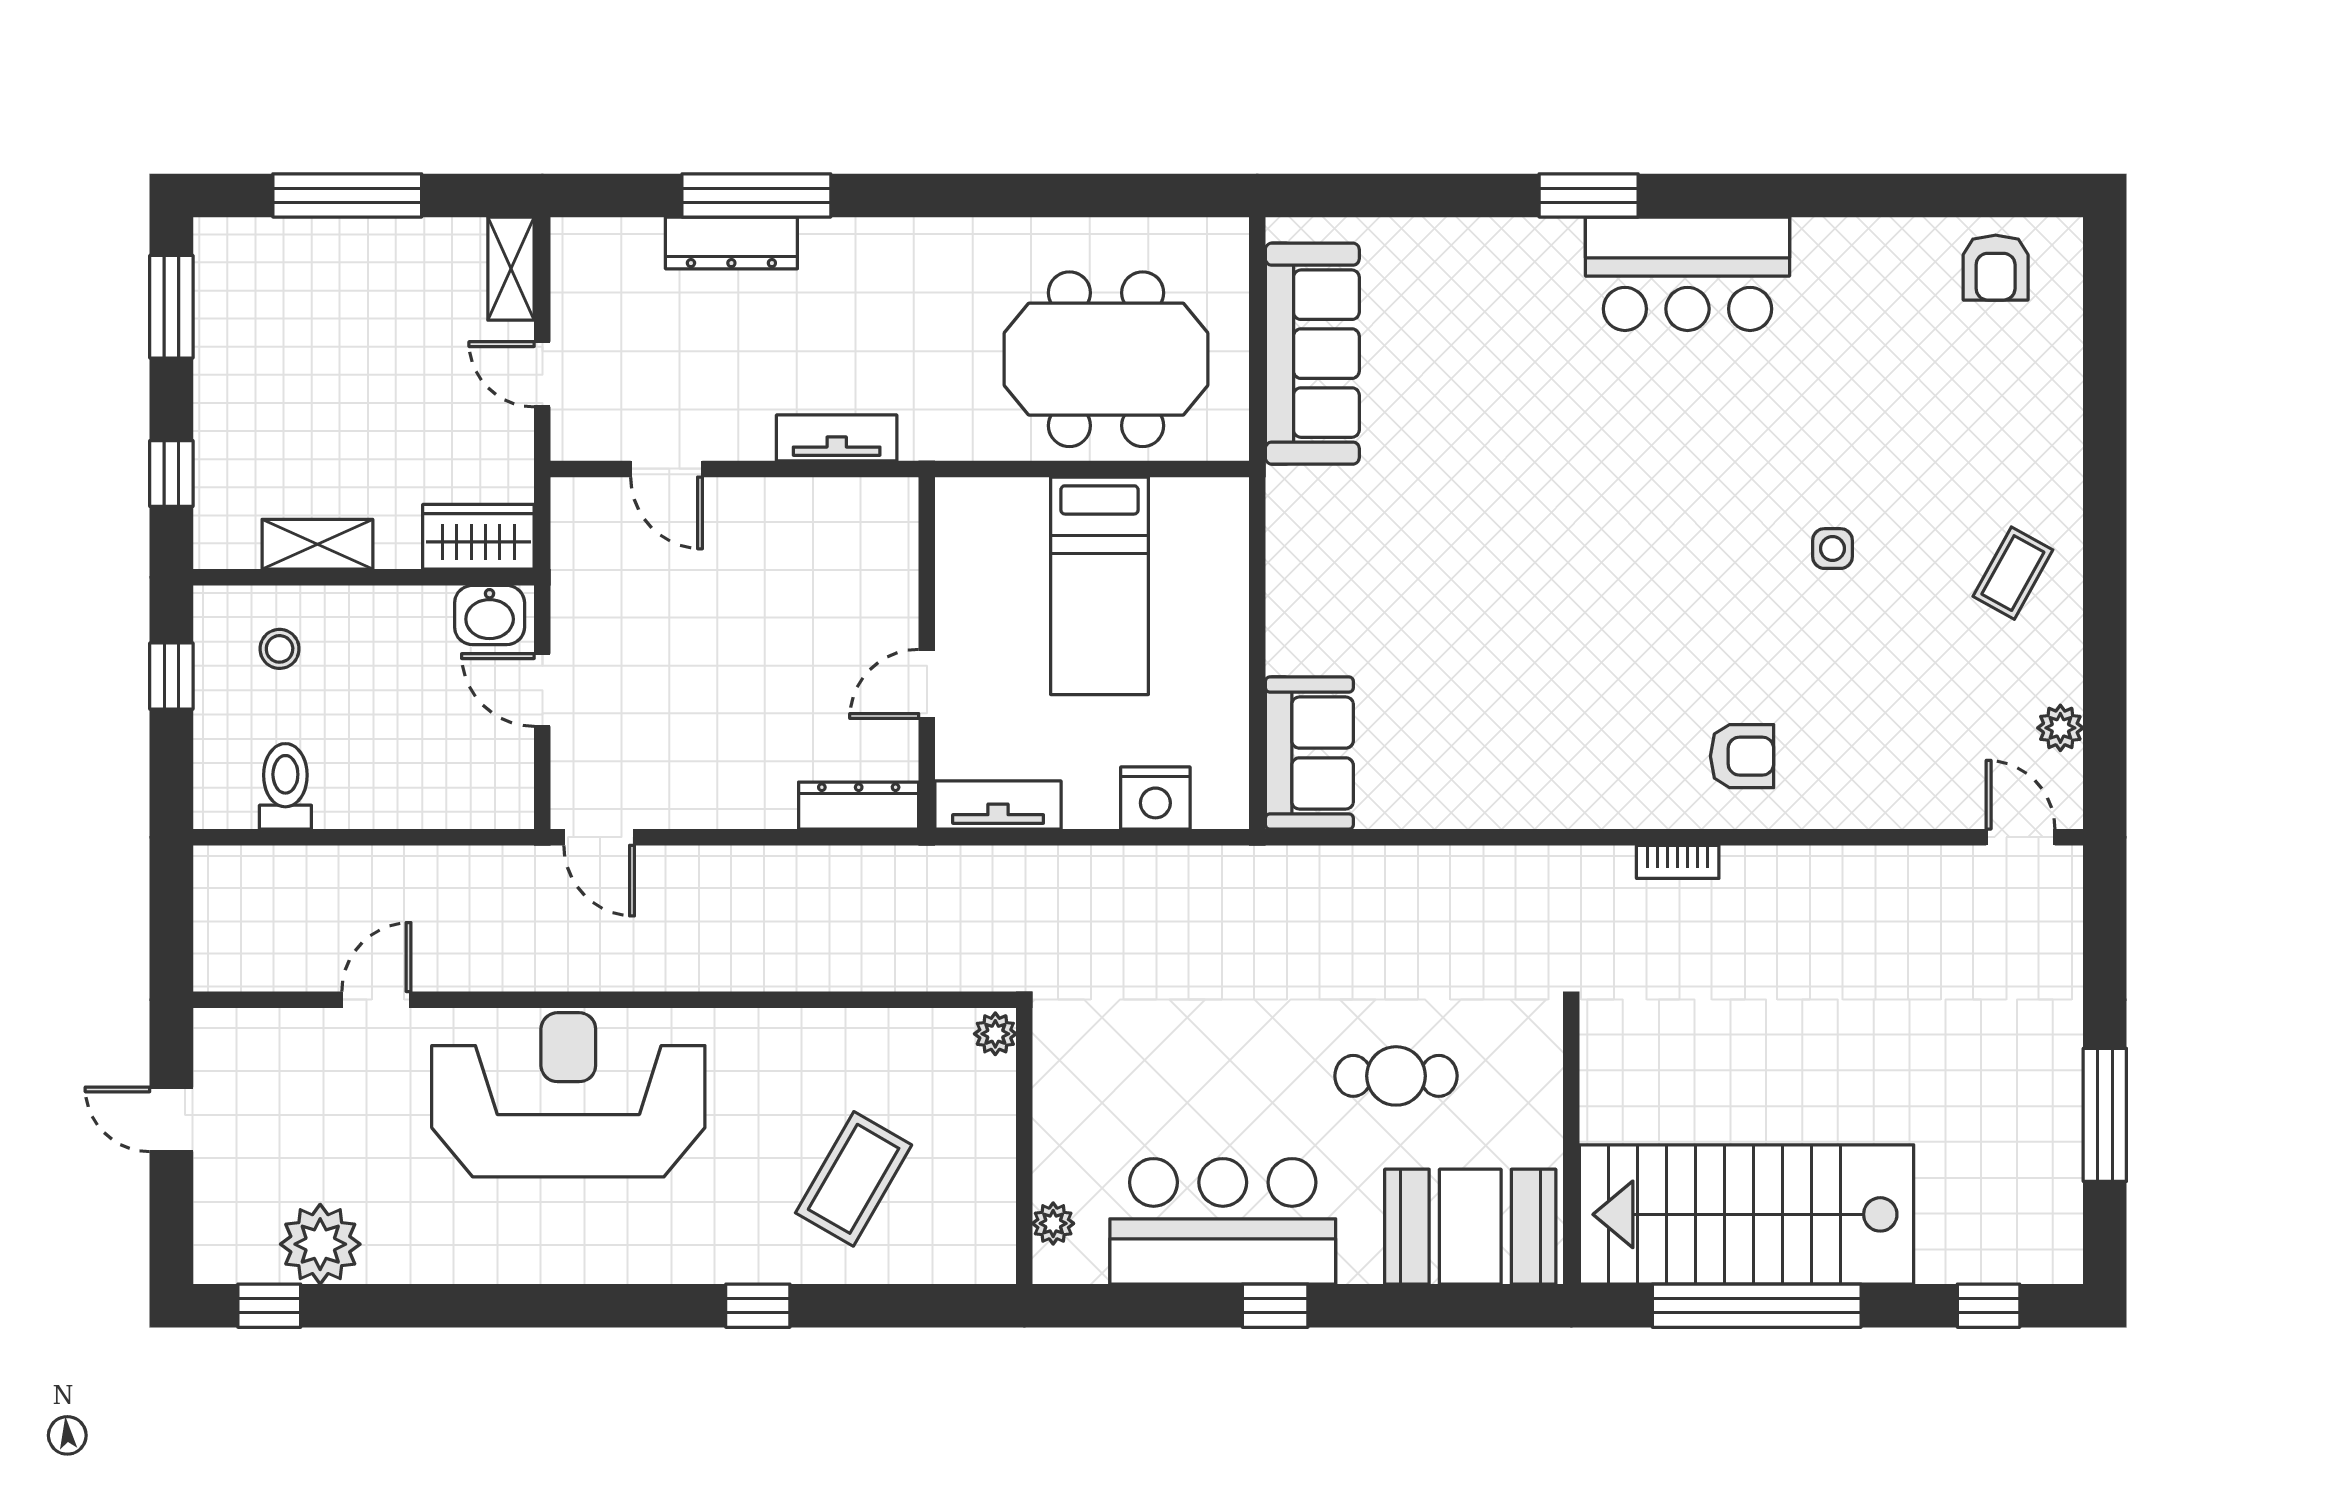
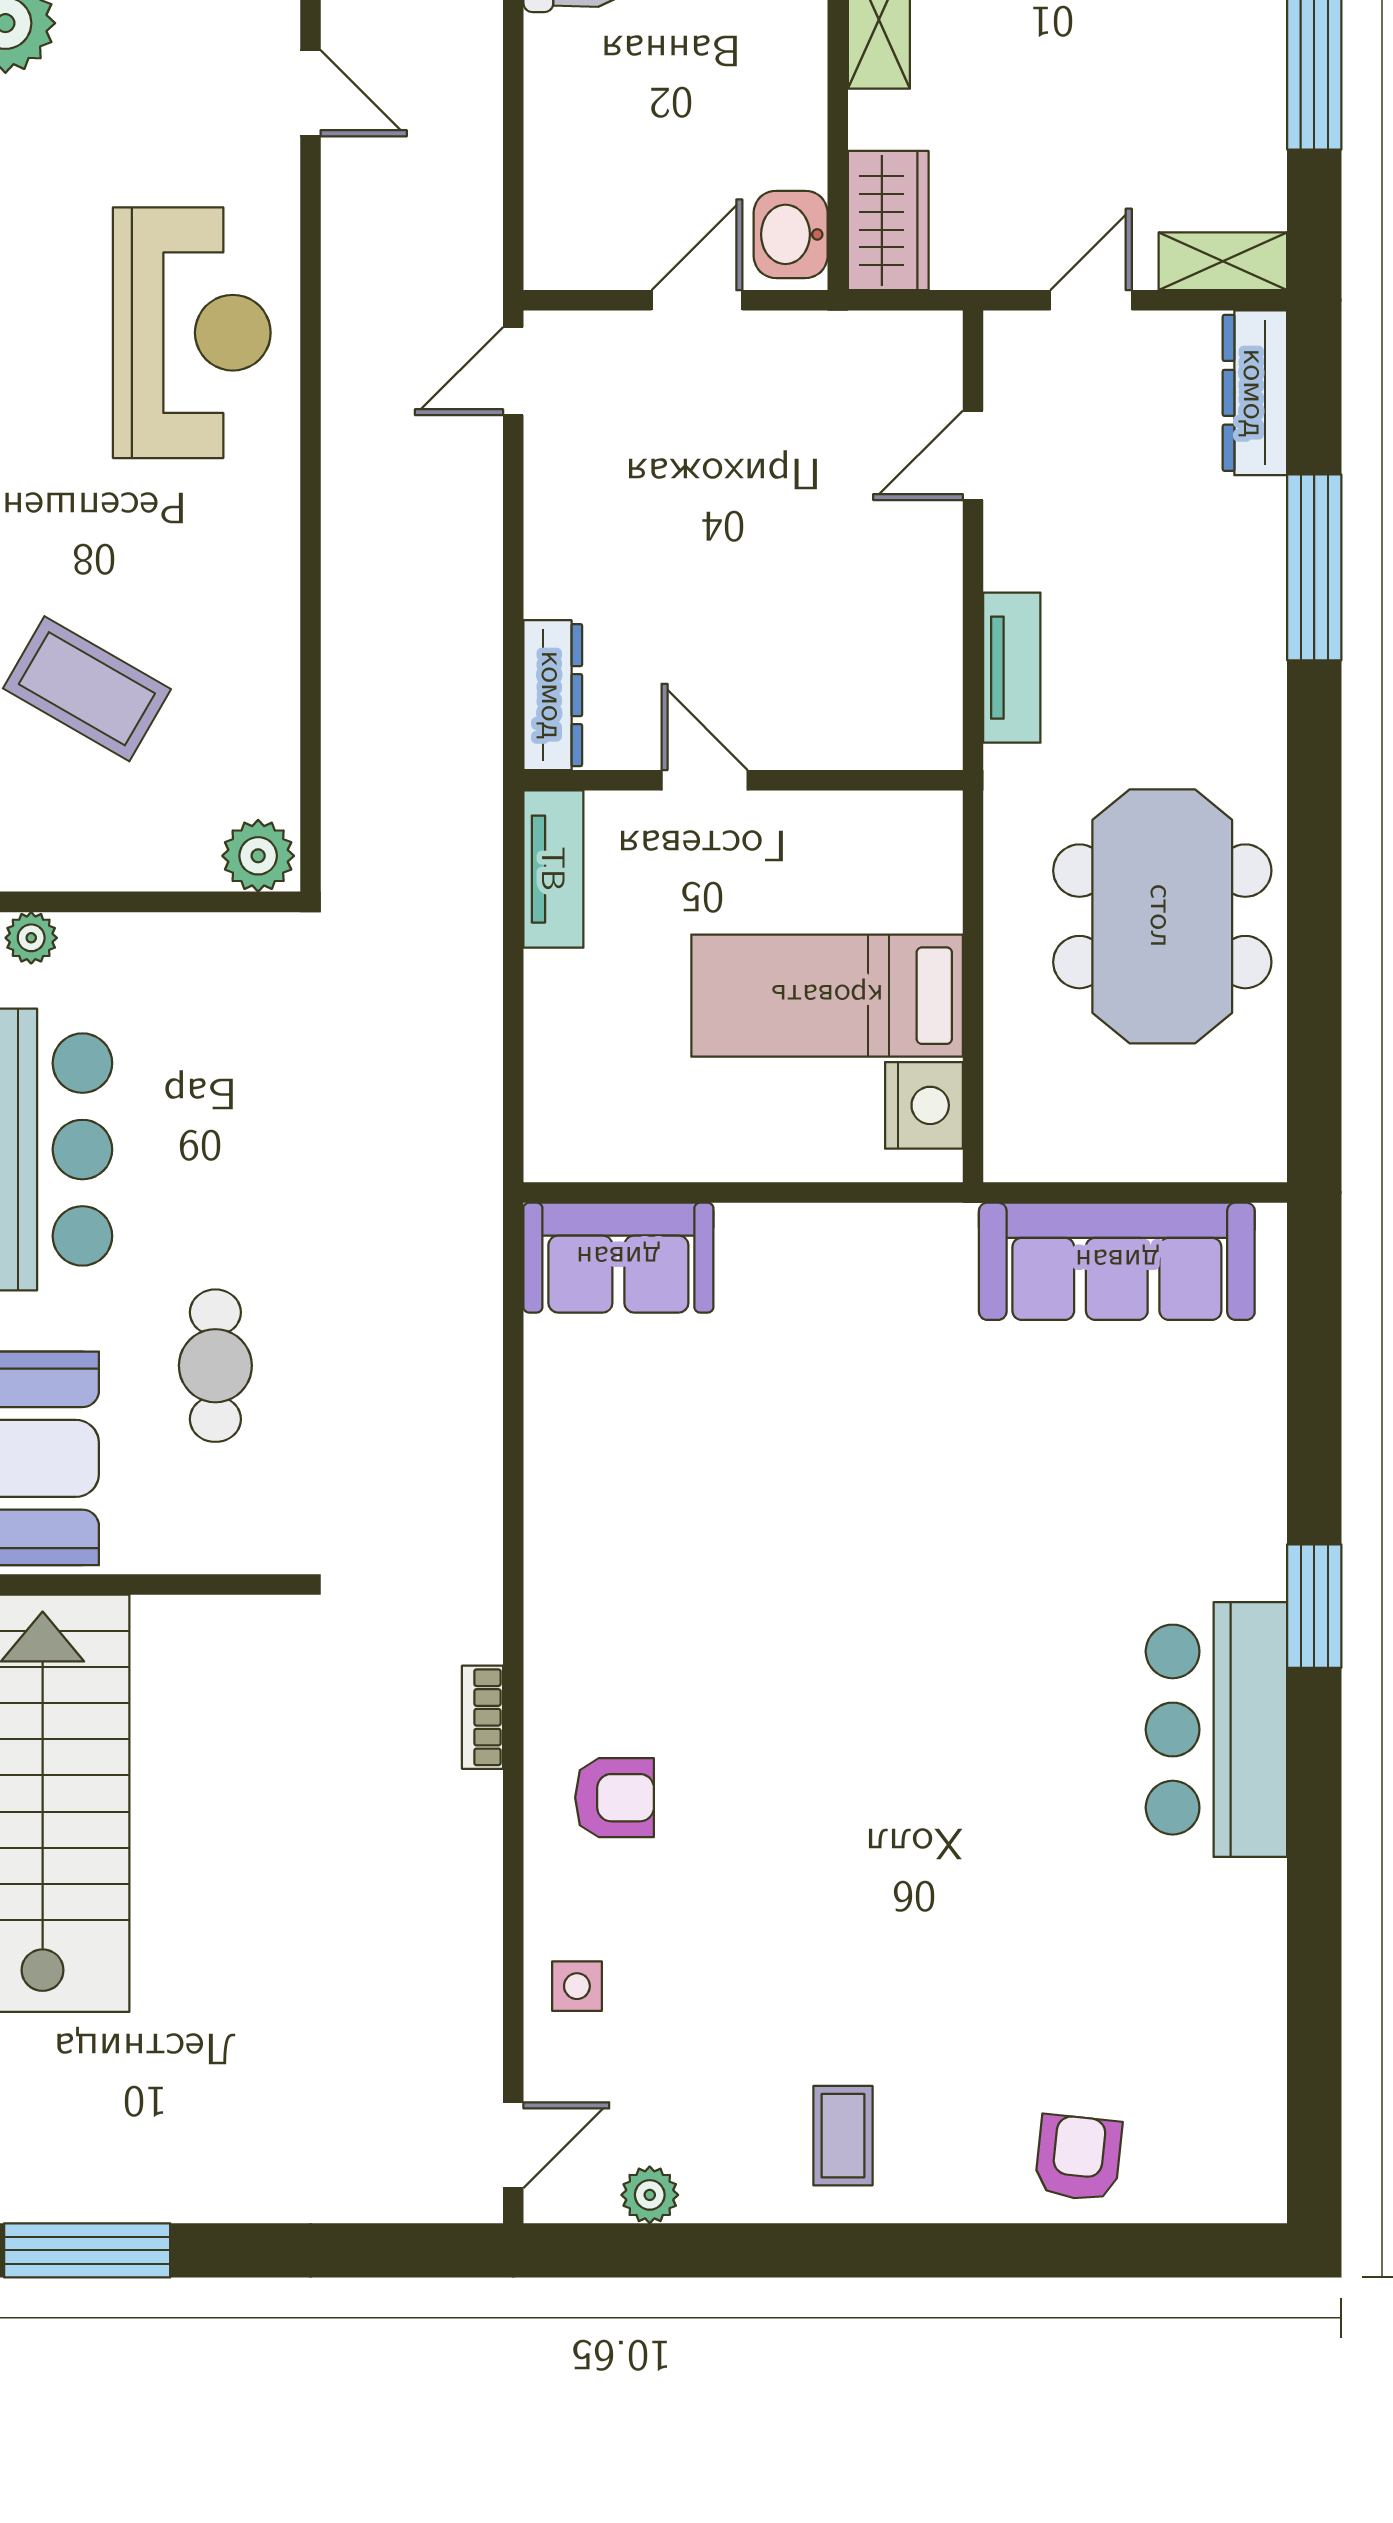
dresser: (731, 243) -> (1255, 393), moved
armchair: (1996, 268) -> (1078, 2158), moved, turned 96
meeting table: (1106, 359) -> (1162, 916), moved
side table: (1833, 549) -> (577, 1986), moved
coffee table: (2013, 573) -> (843, 2136), turned 61
armchair: (1742, 756) -> (615, 1798), turned -90
nightstand: (1155, 798) -> (924, 1105), moved, turned 180
plant: (995, 1034) -> (258, 856), width x1.38, depth x1.38
reception desk: (568, 1095) -> (192, 333), width x0.74, depth x0.77
window: (2105, 1115) -> (87, 2250), moved

